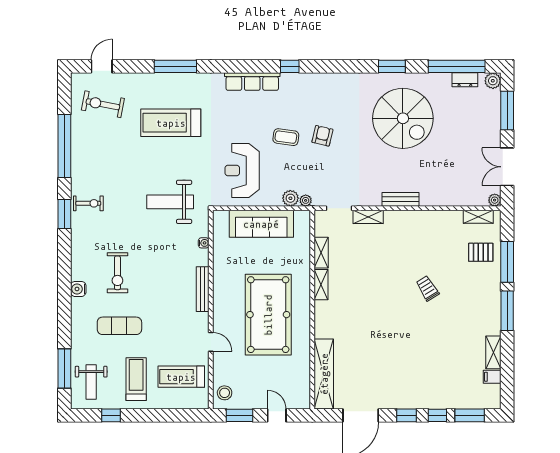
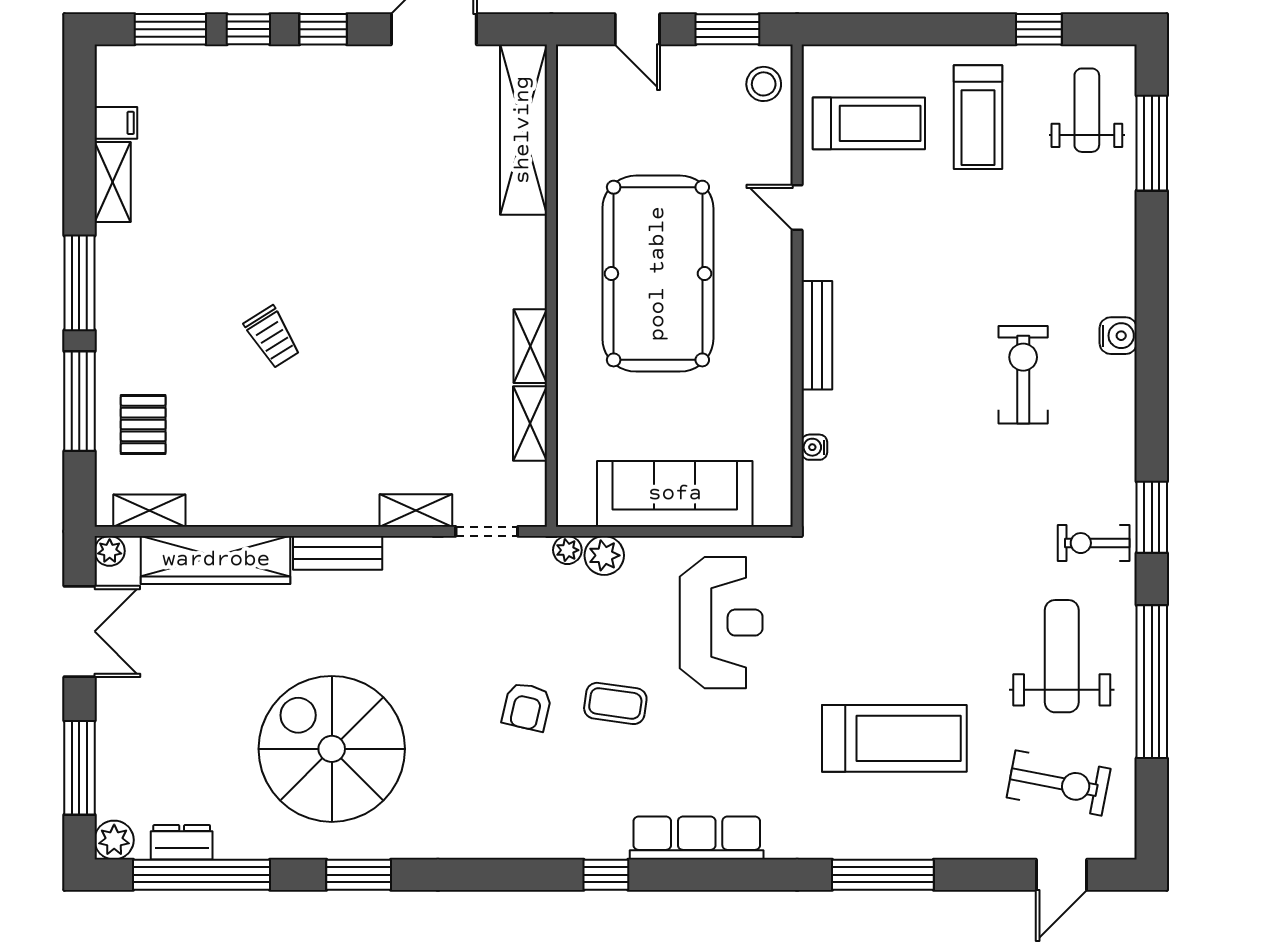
wardrobe: (451, 196) -> (216, 560), added
weight bench: (170, 202) -> (1062, 656), moved, turned -90
pallet: (481, 252) -> (143, 424), turned 90
exercise mat: (119, 326) -> (1018, 246), removed

